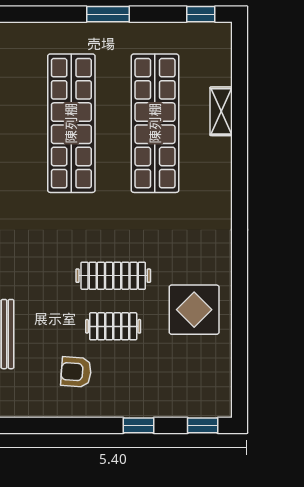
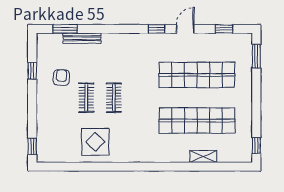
window: (108, 14) -> (256, 56), moved
clothes rail: (113, 276) -> (114, 98), width x0.73
window: (139, 425) -> (32, 71), moved

